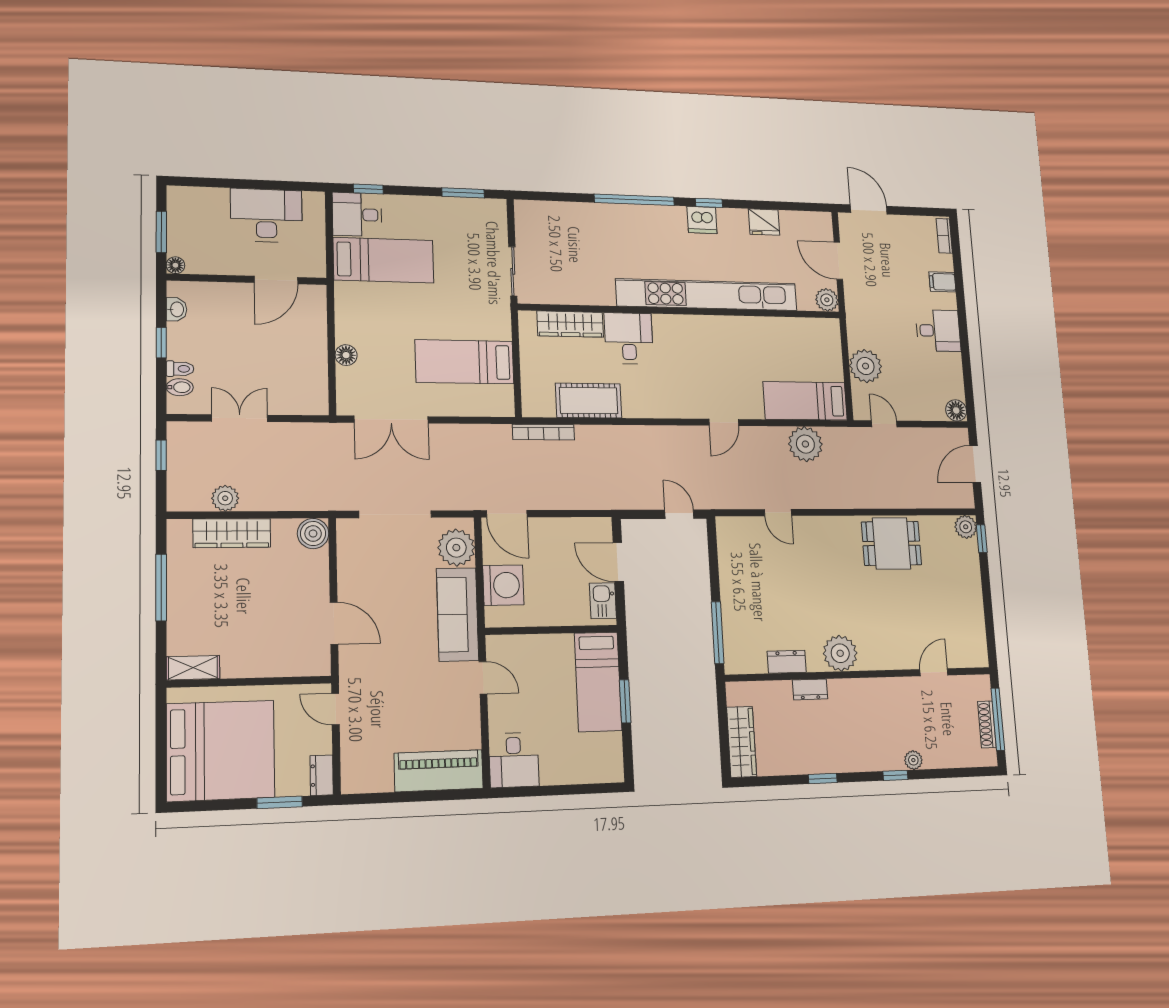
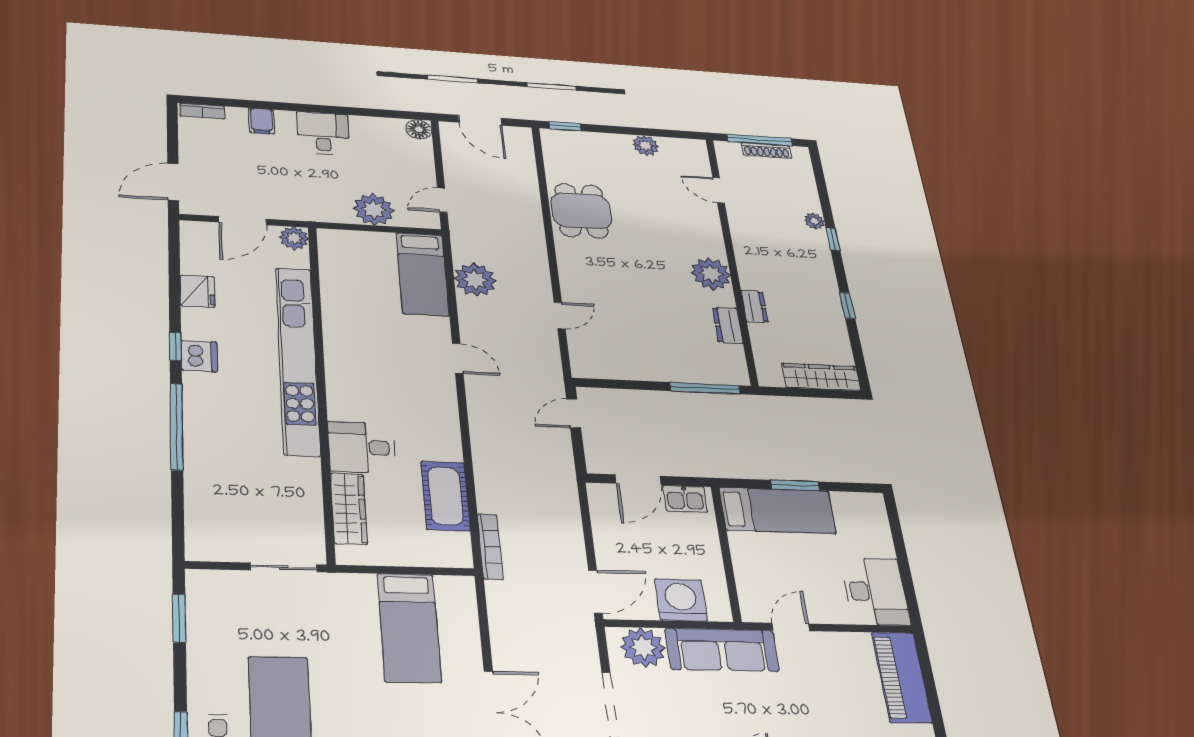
plant: (966, 527) -> (645, 146), moved
desk: (514, 760) -> (875, 591), width x1.37

